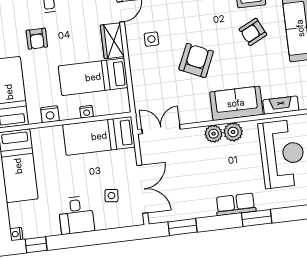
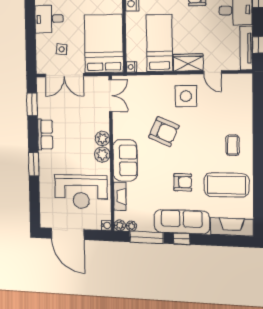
armchair: (253, 32) -> (183, 182), turned 116
side table: (151, 39) -> (186, 96), width x1.87, depth x1.87
nightstand: (87, 112) -> (131, 67), moved
bed: (99, 136) -> (104, 44), width x1.50
row of seats: (236, 204) -> (45, 134), moved

